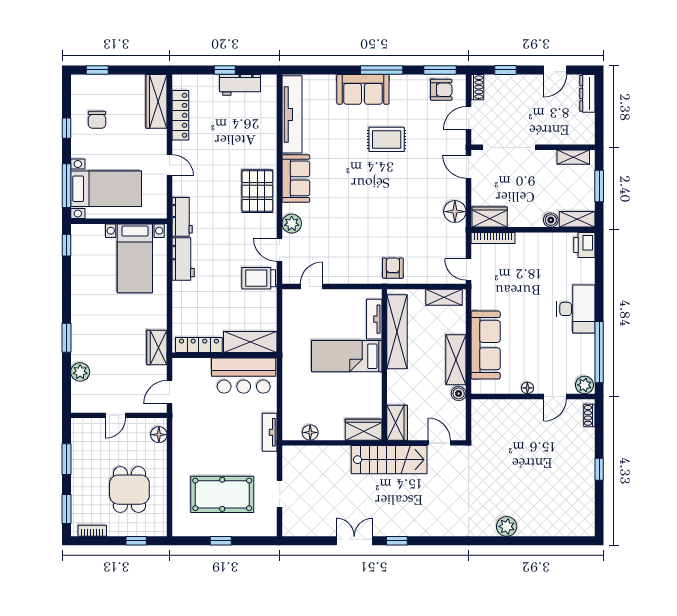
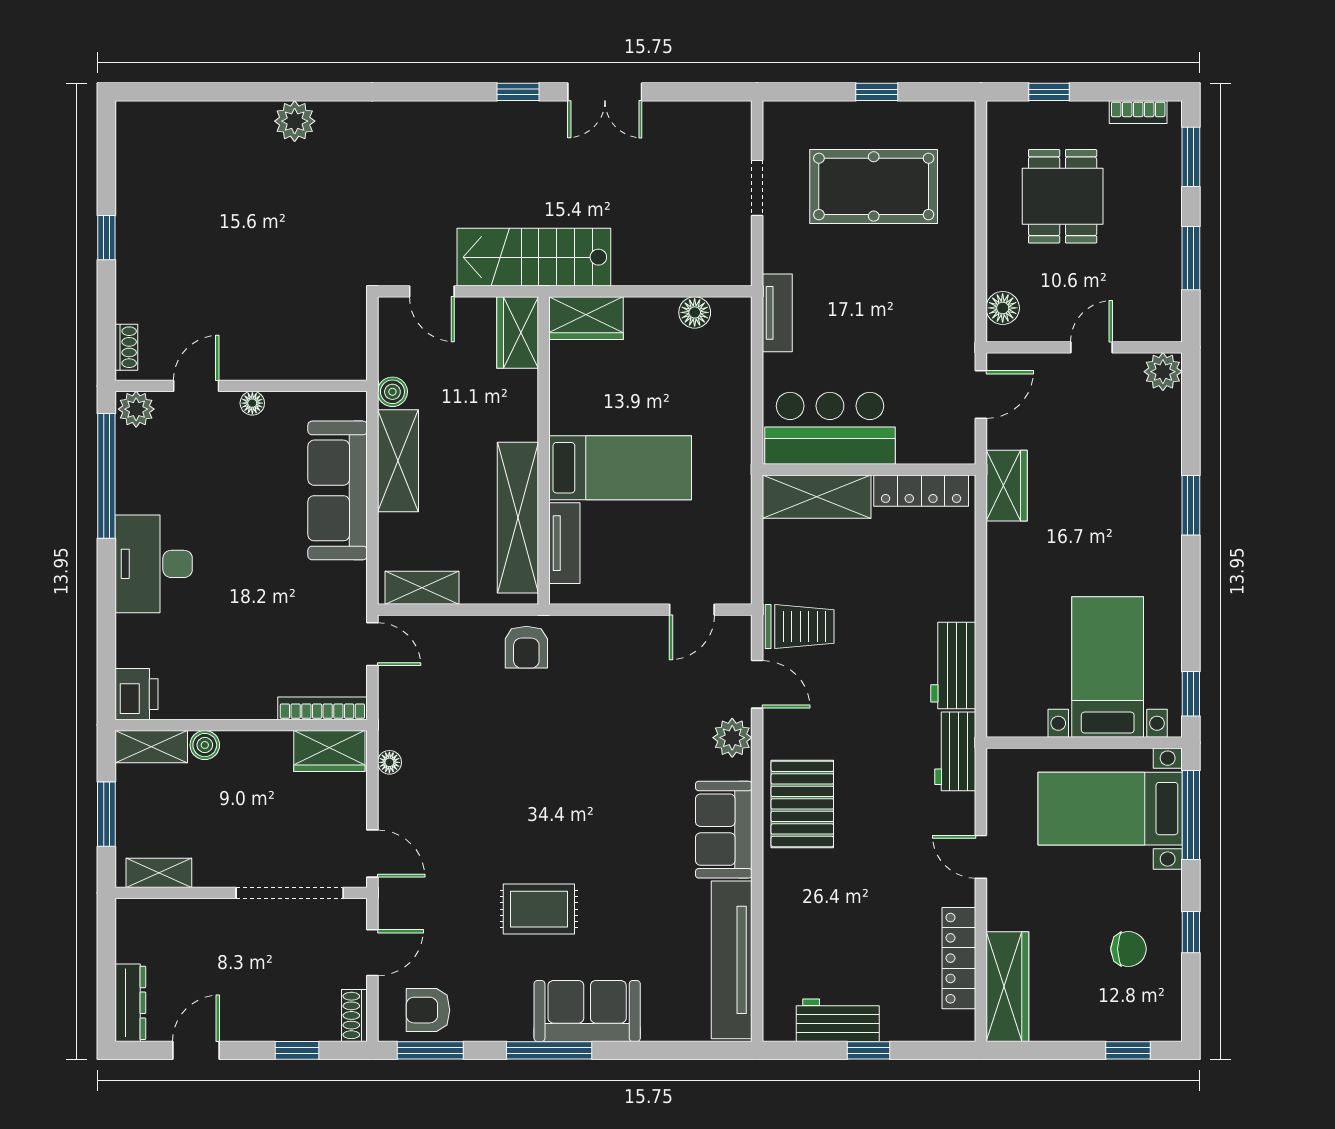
chair: (97, 120) -> (1128, 949), turned 90
floor lamp: (455, 212) -> (389, 762), width x0.53, depth x0.53
bed with nightstands: (135, 258) -> (1108, 667), moved
plant: (80, 372) -> (1163, 372), moved

